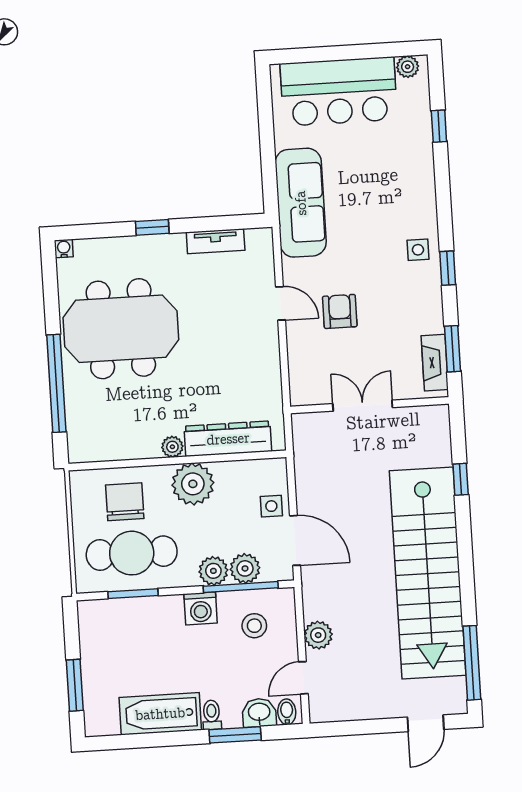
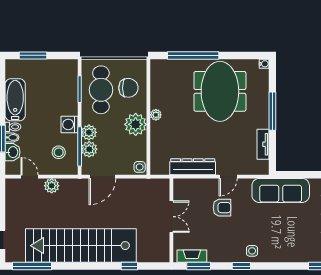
window: (152, 227) -> (272, 111), width x2.17
dresser: (228, 439) -> (193, 167), moved, turned -90
side table: (271, 506) -> (140, 167), moved
bidet: (287, 712) -> (12, 137), moved

